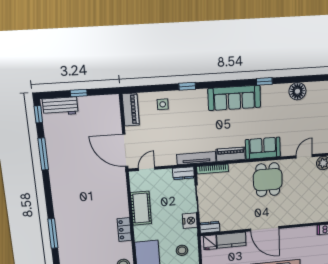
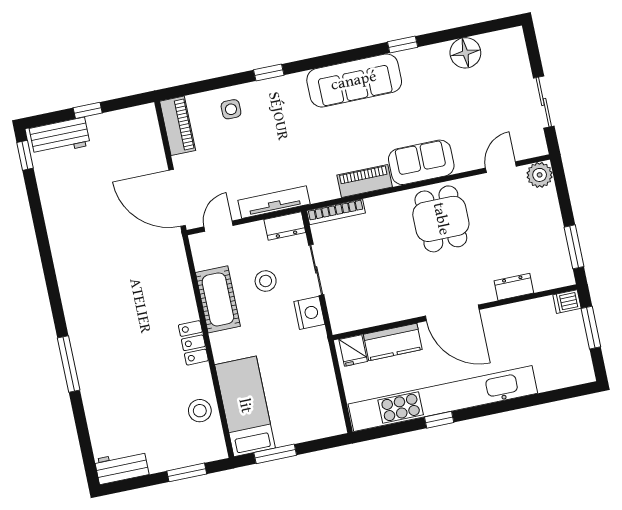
window: (43, 154) -> (39, 222), removed
tv unit: (196, 158) -> (274, 202), moved
dresser: (210, 227) -> (514, 287), moved
stool: (182, 250) -> (266, 281), moved

